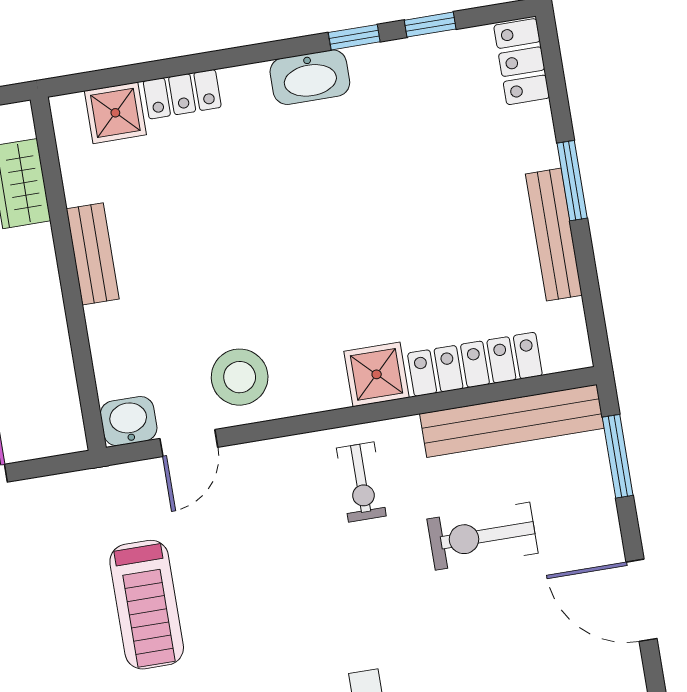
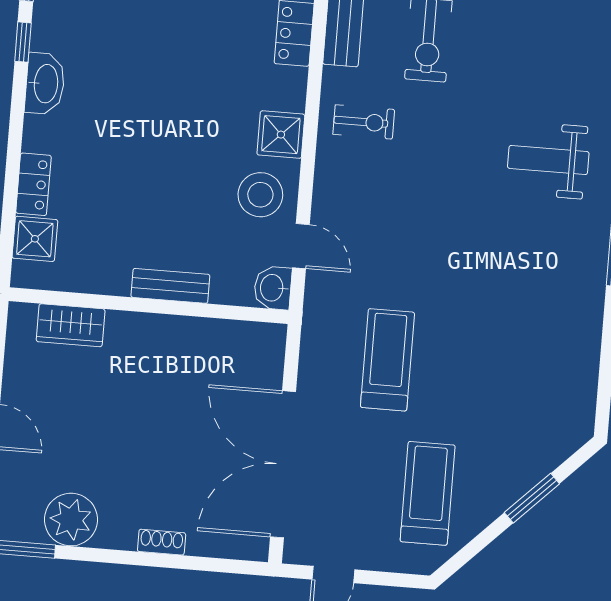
bench: (93, 254) -> (170, 286), moved
shower: (377, 374) -> (281, 135), moved
treadmill: (147, 605) -> (387, 360), moved, turned -90

